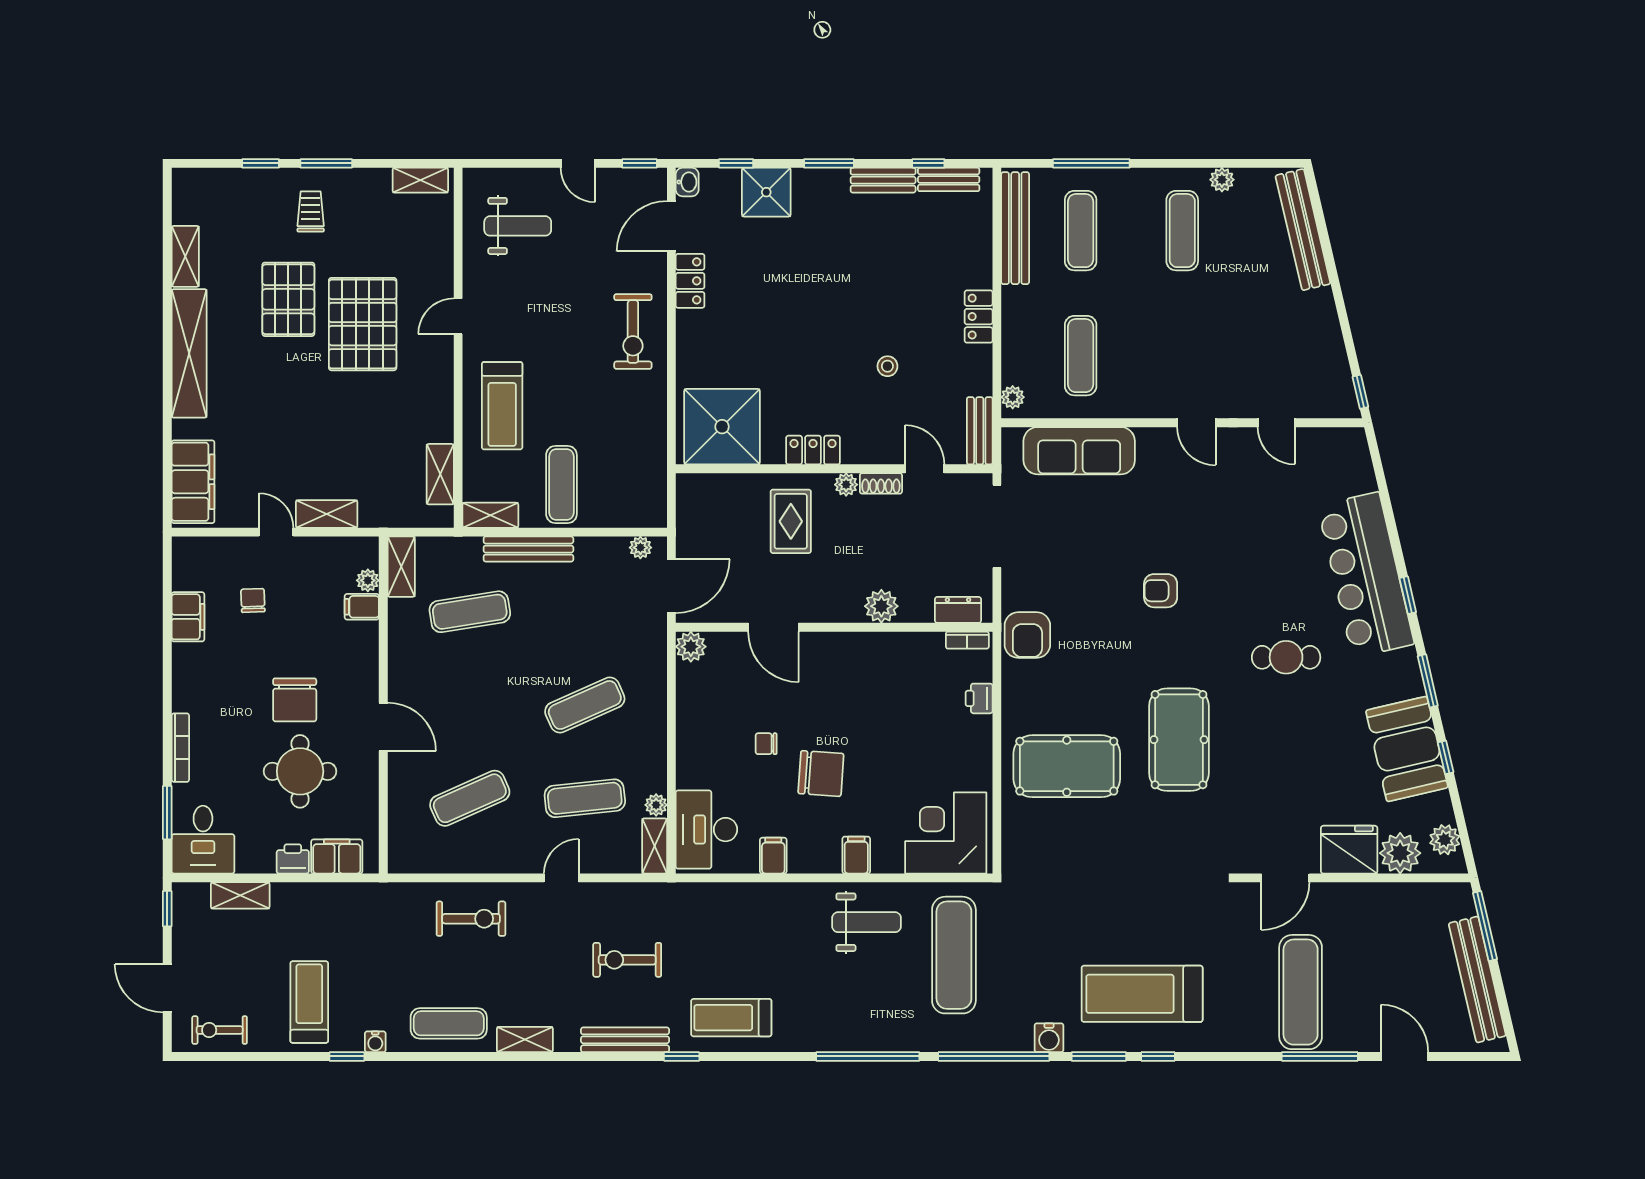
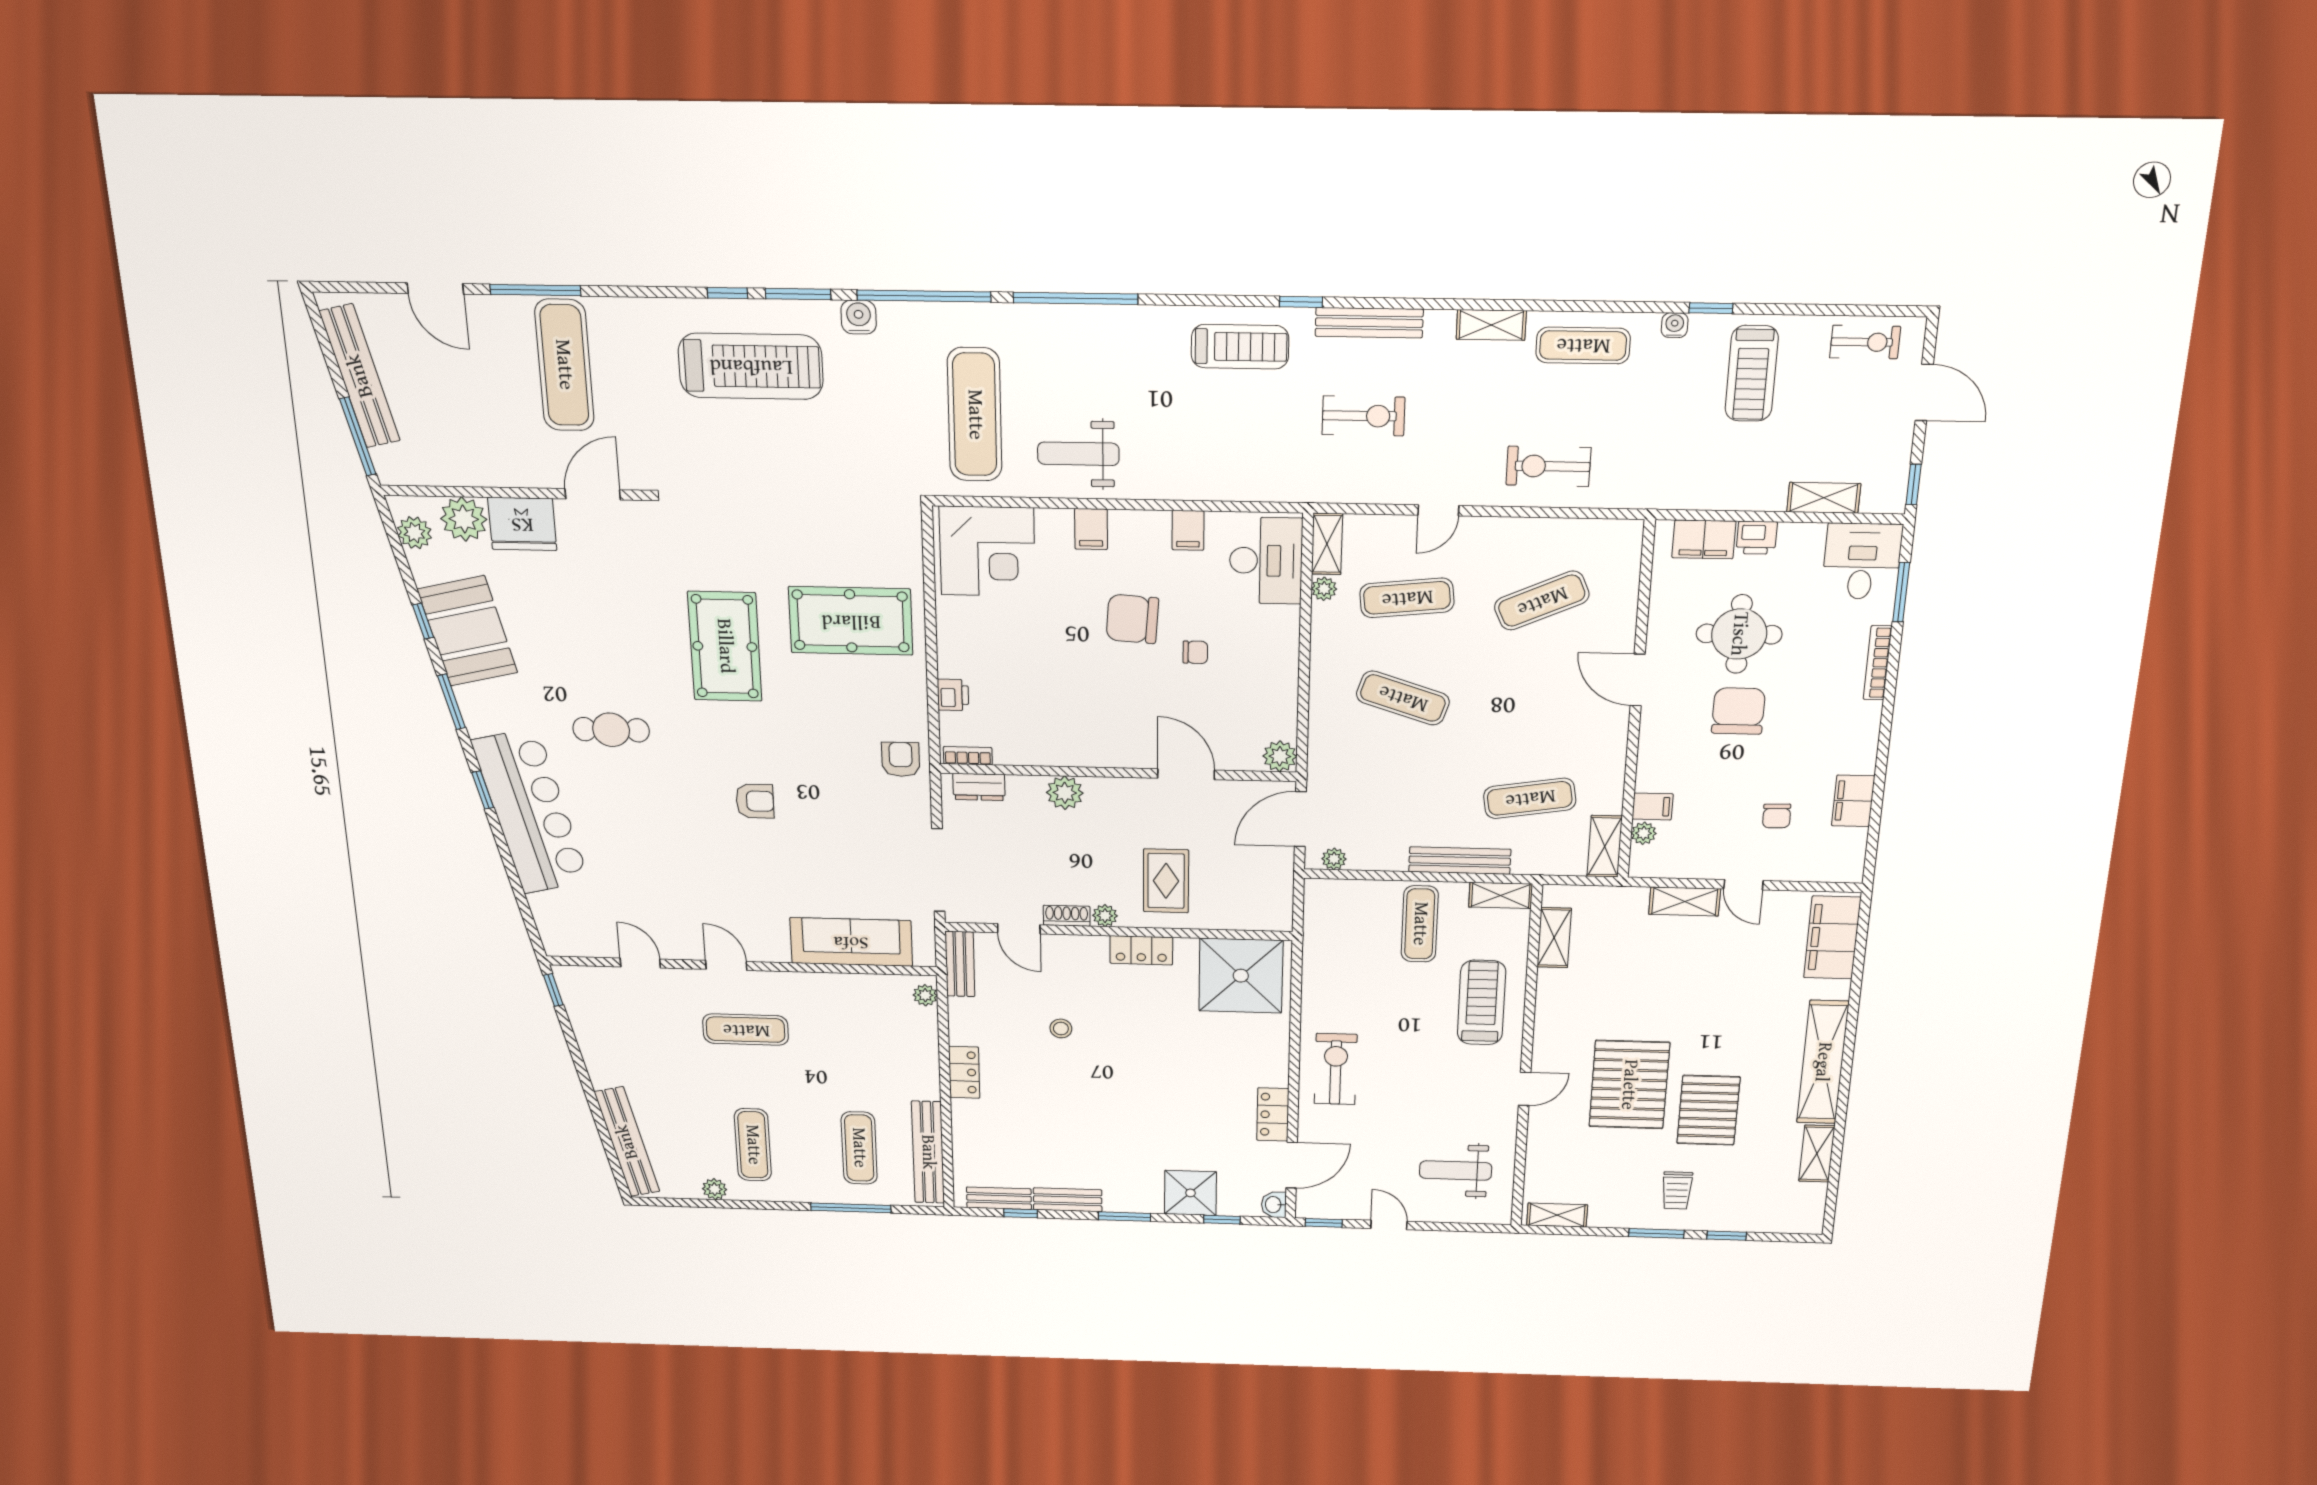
exercise mat: (1081, 356) -> (746, 1030), moved, turned 90
armchair: (1027, 635) -> (901, 759), width x0.72, depth x0.72
exercise mat: (585, 705) -> (1403, 698), turned 42

